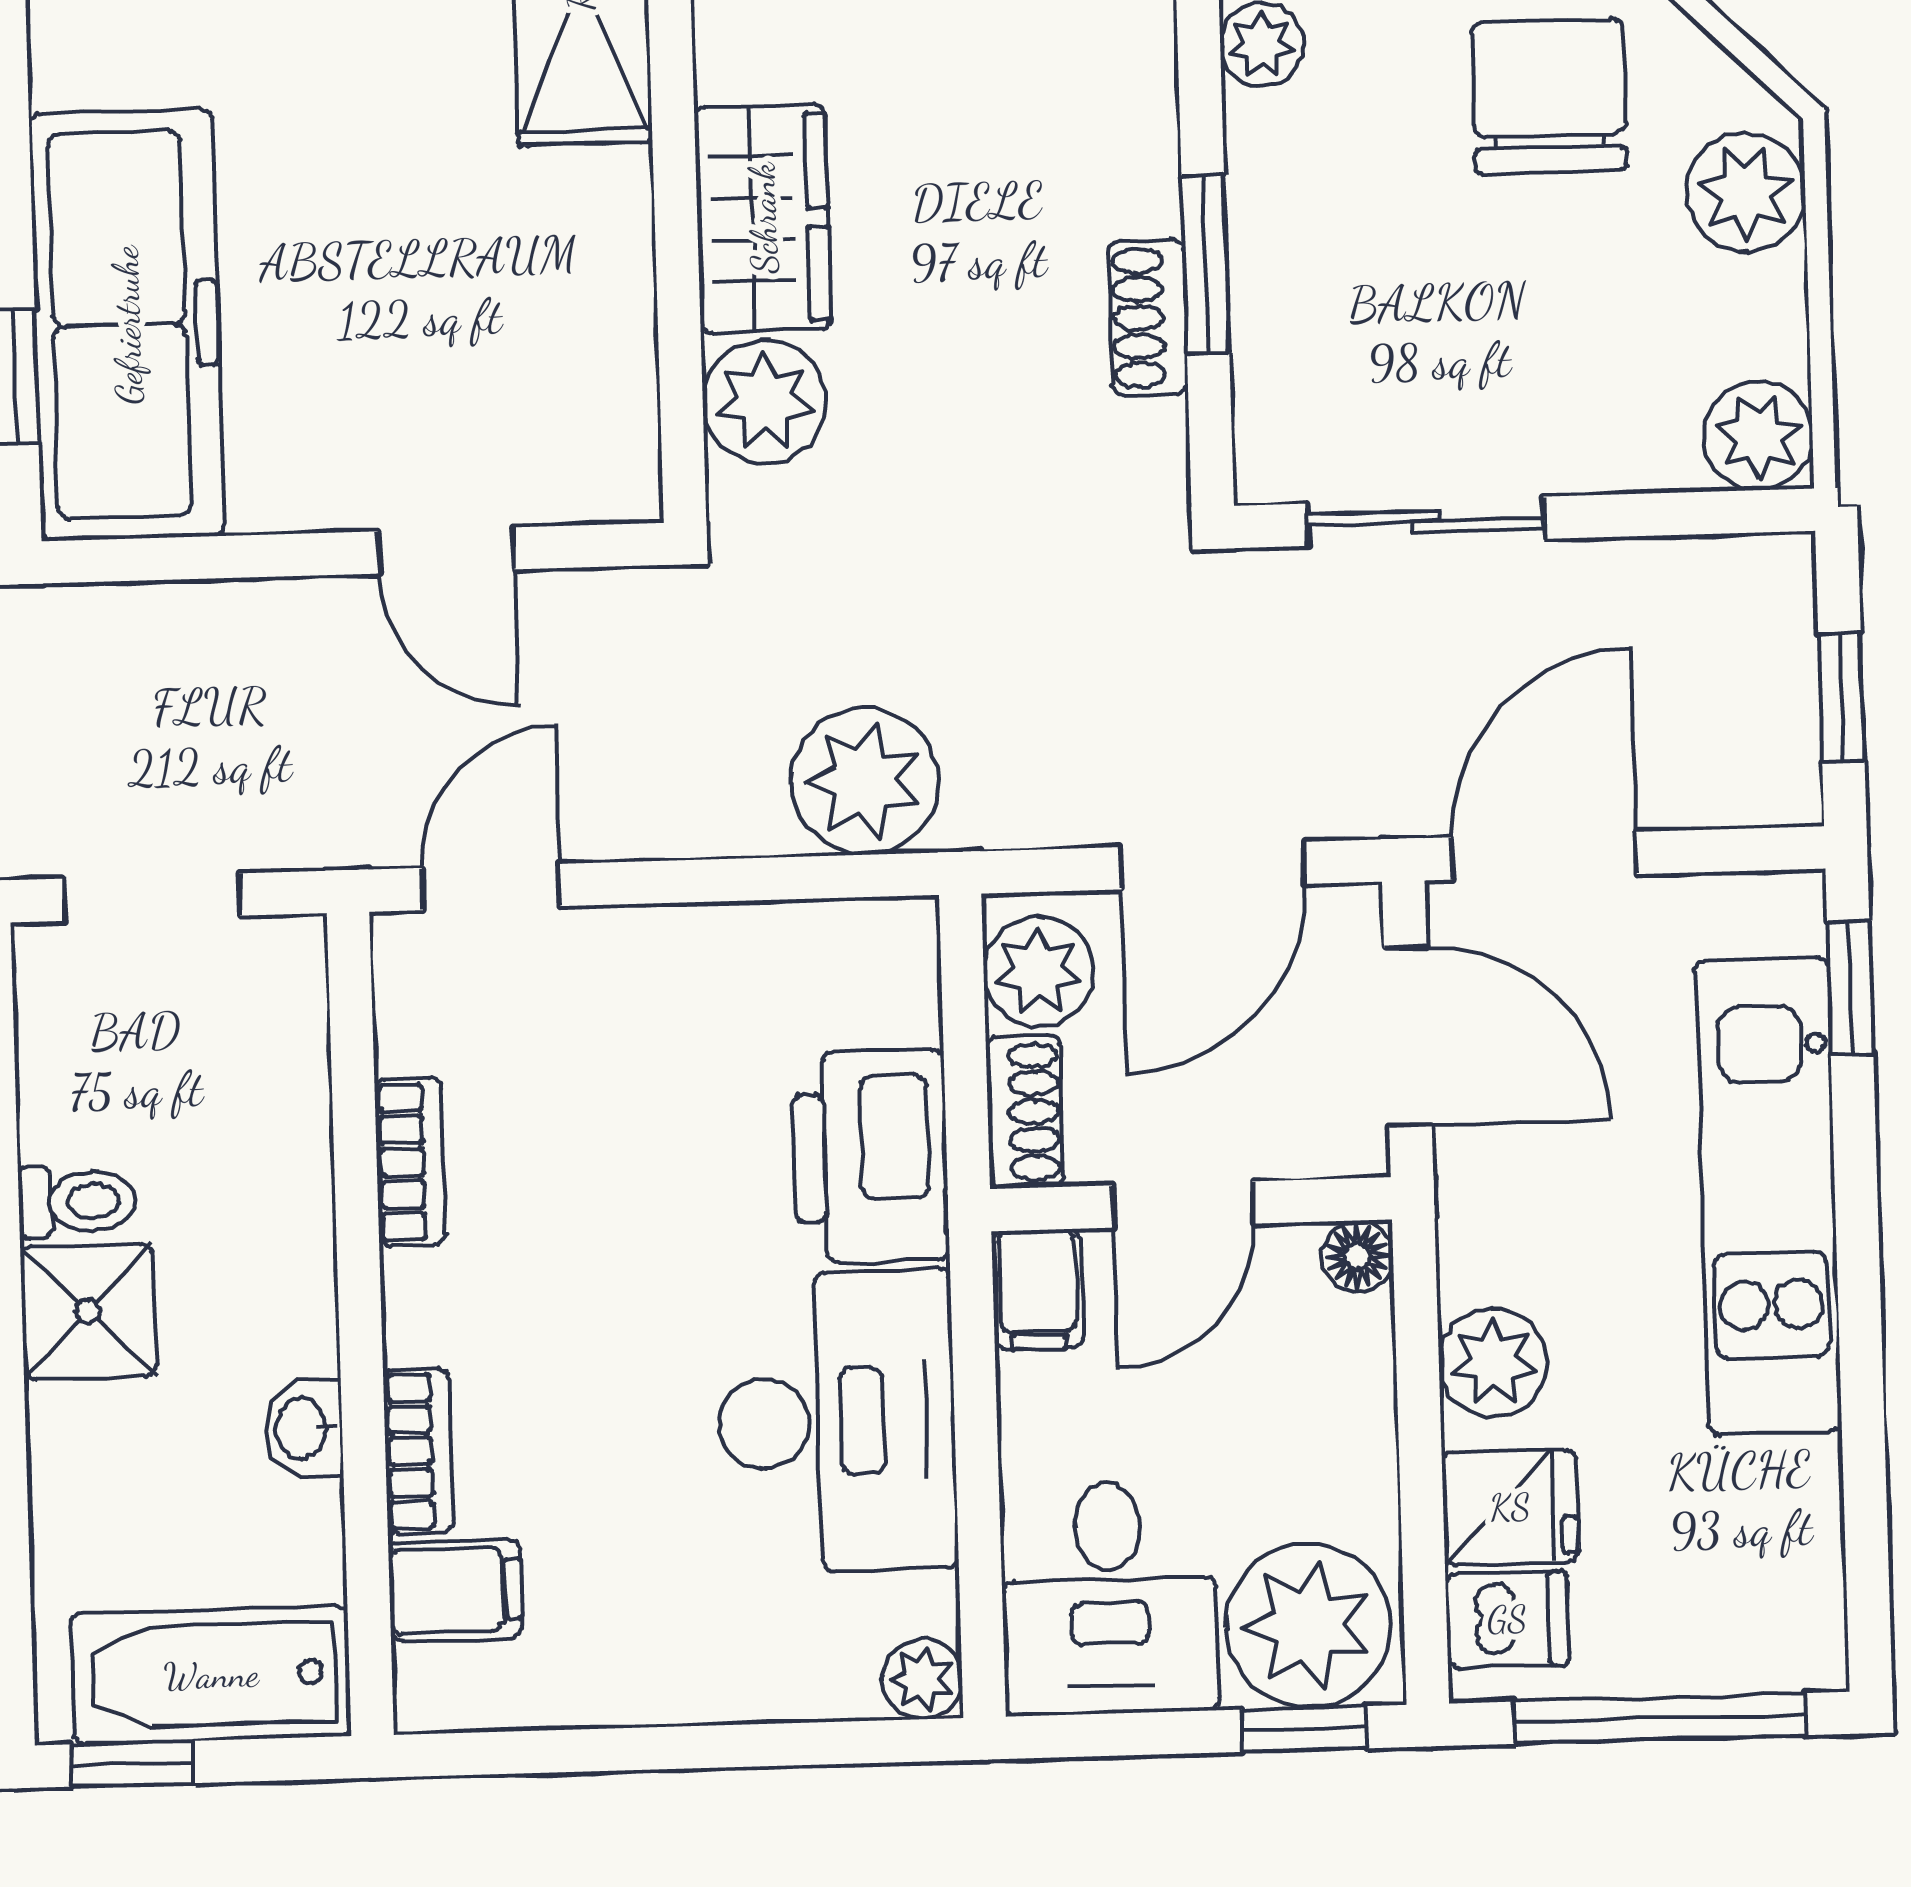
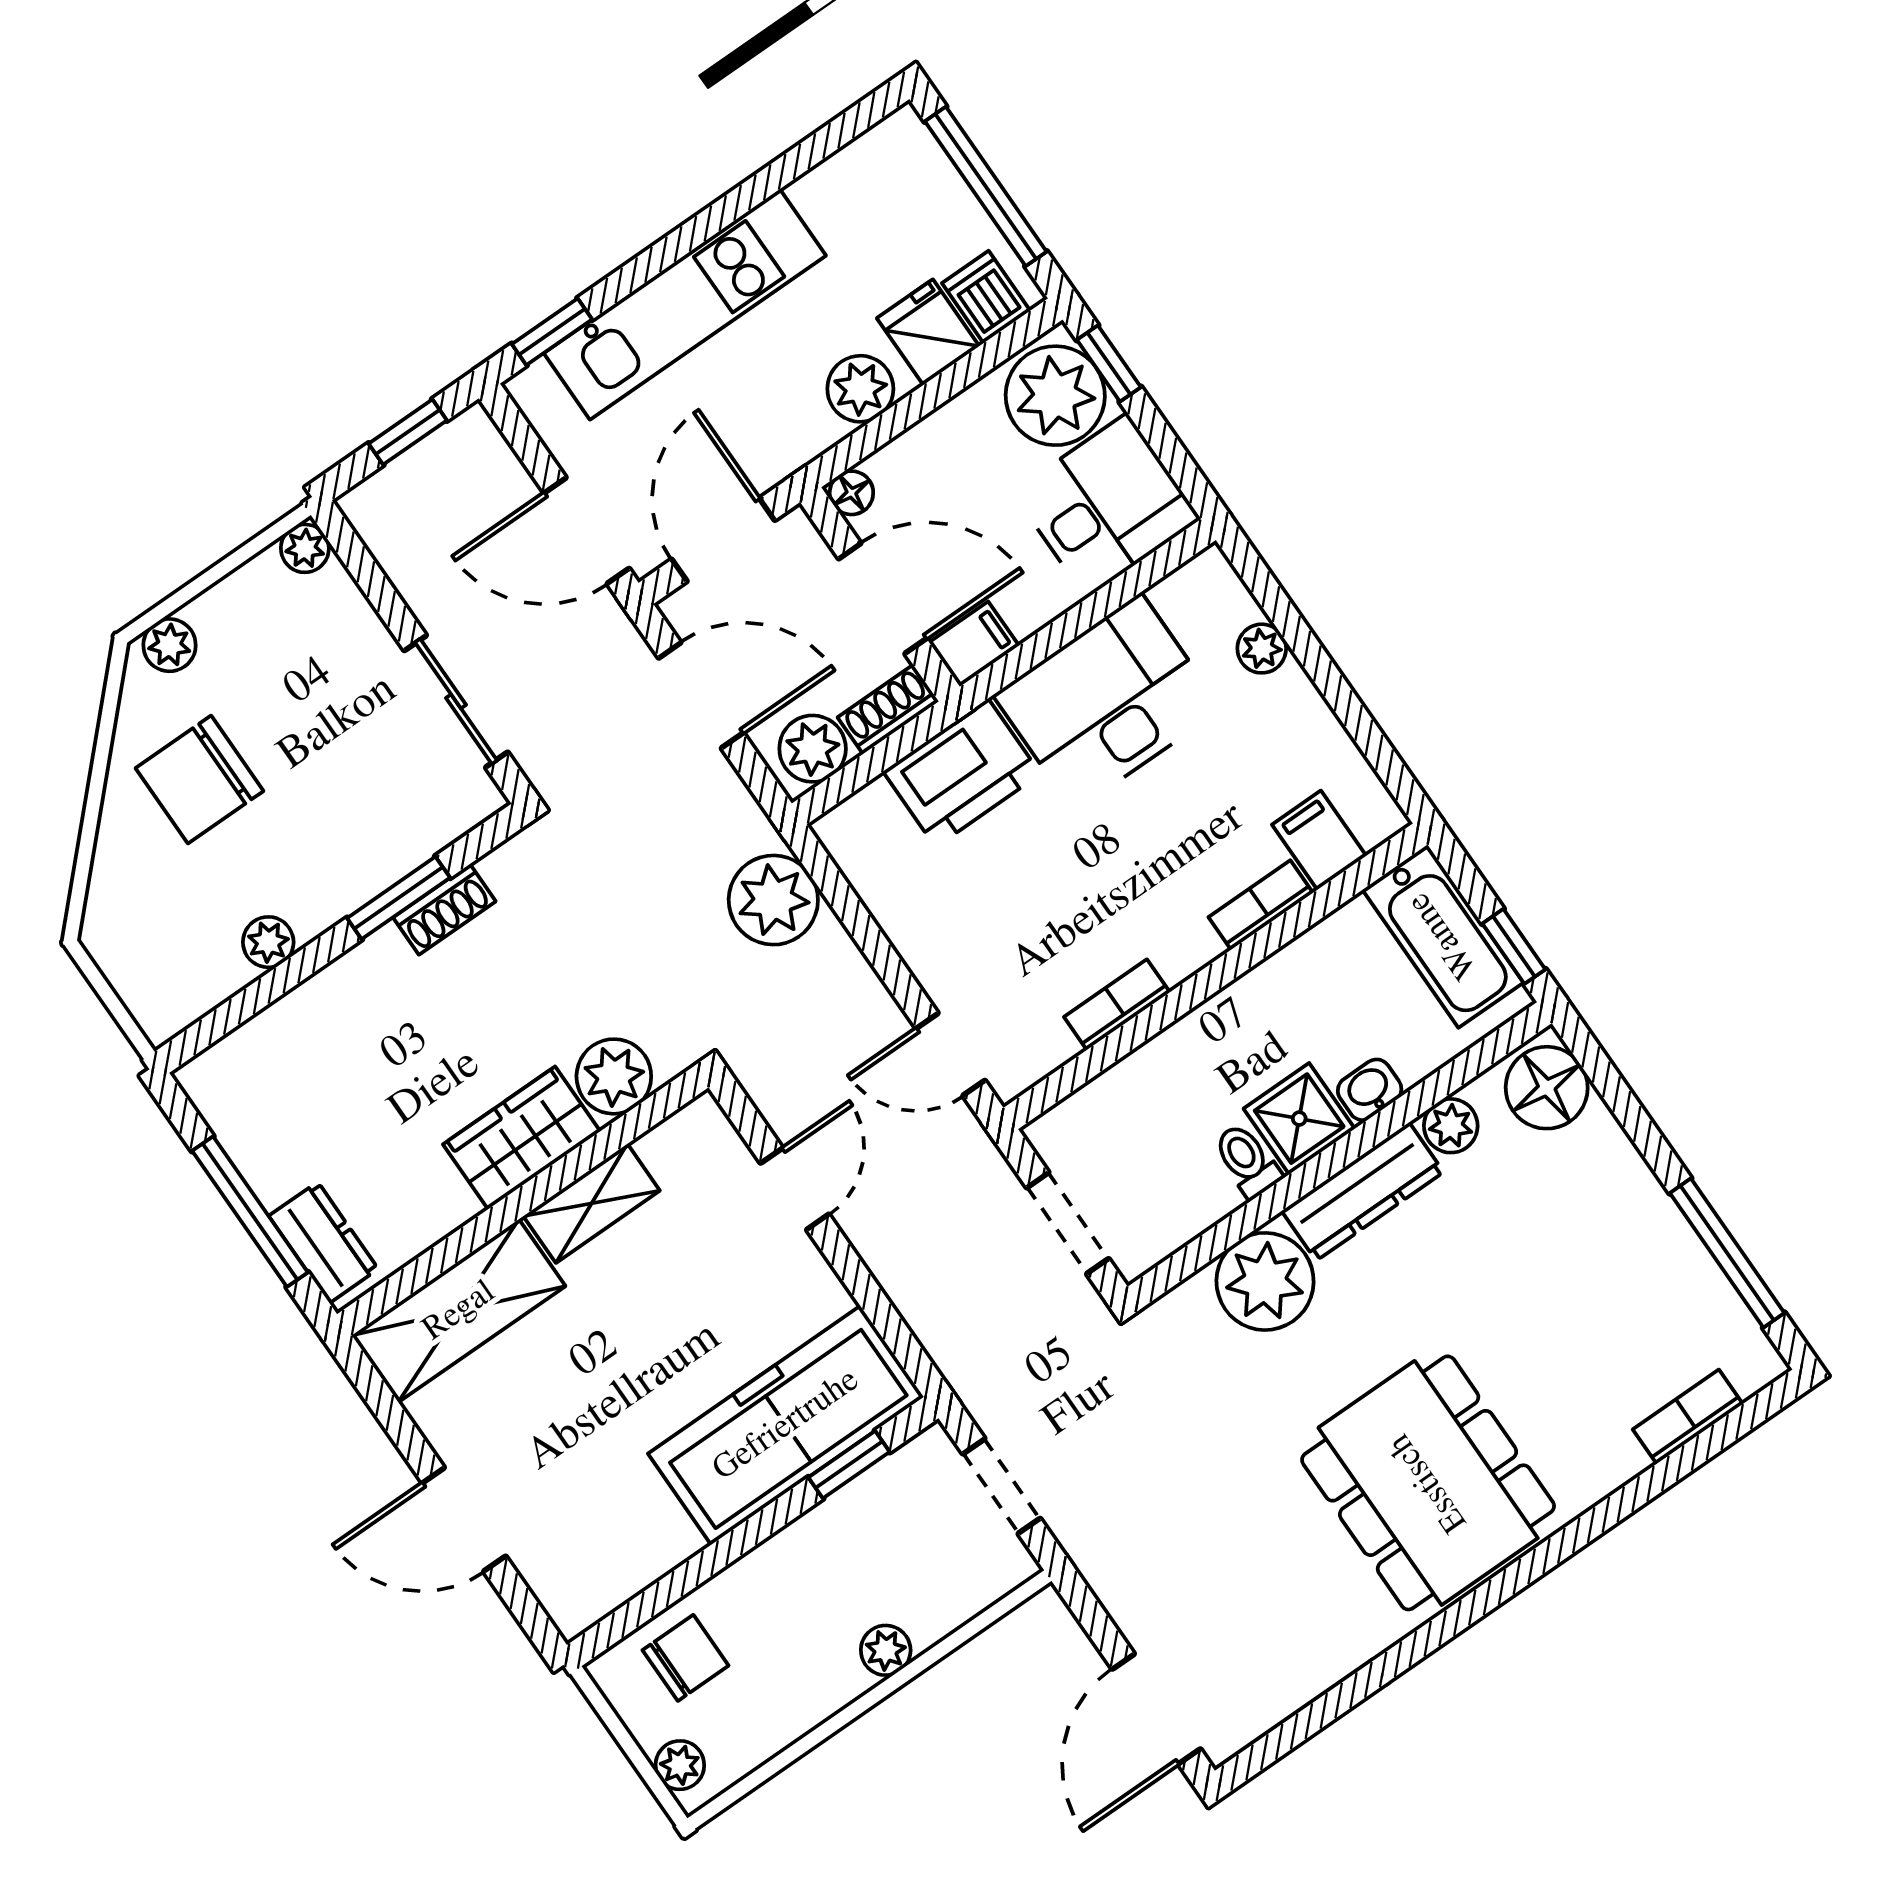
plant: (1746, 192) -> (170, 645), width x0.73, depth x0.73
shelving: (609, 256) -> (592, 1203), added
plant: (1758, 436) -> (305, 548), width x0.73, depth x0.73
door: (1183, 1204) -> (883, 599), width x1.38
washbasin: (303, 1428) -> (1370, 1090), moved, turned 180
plant: (922, 1679) -> (1262, 649), moved

